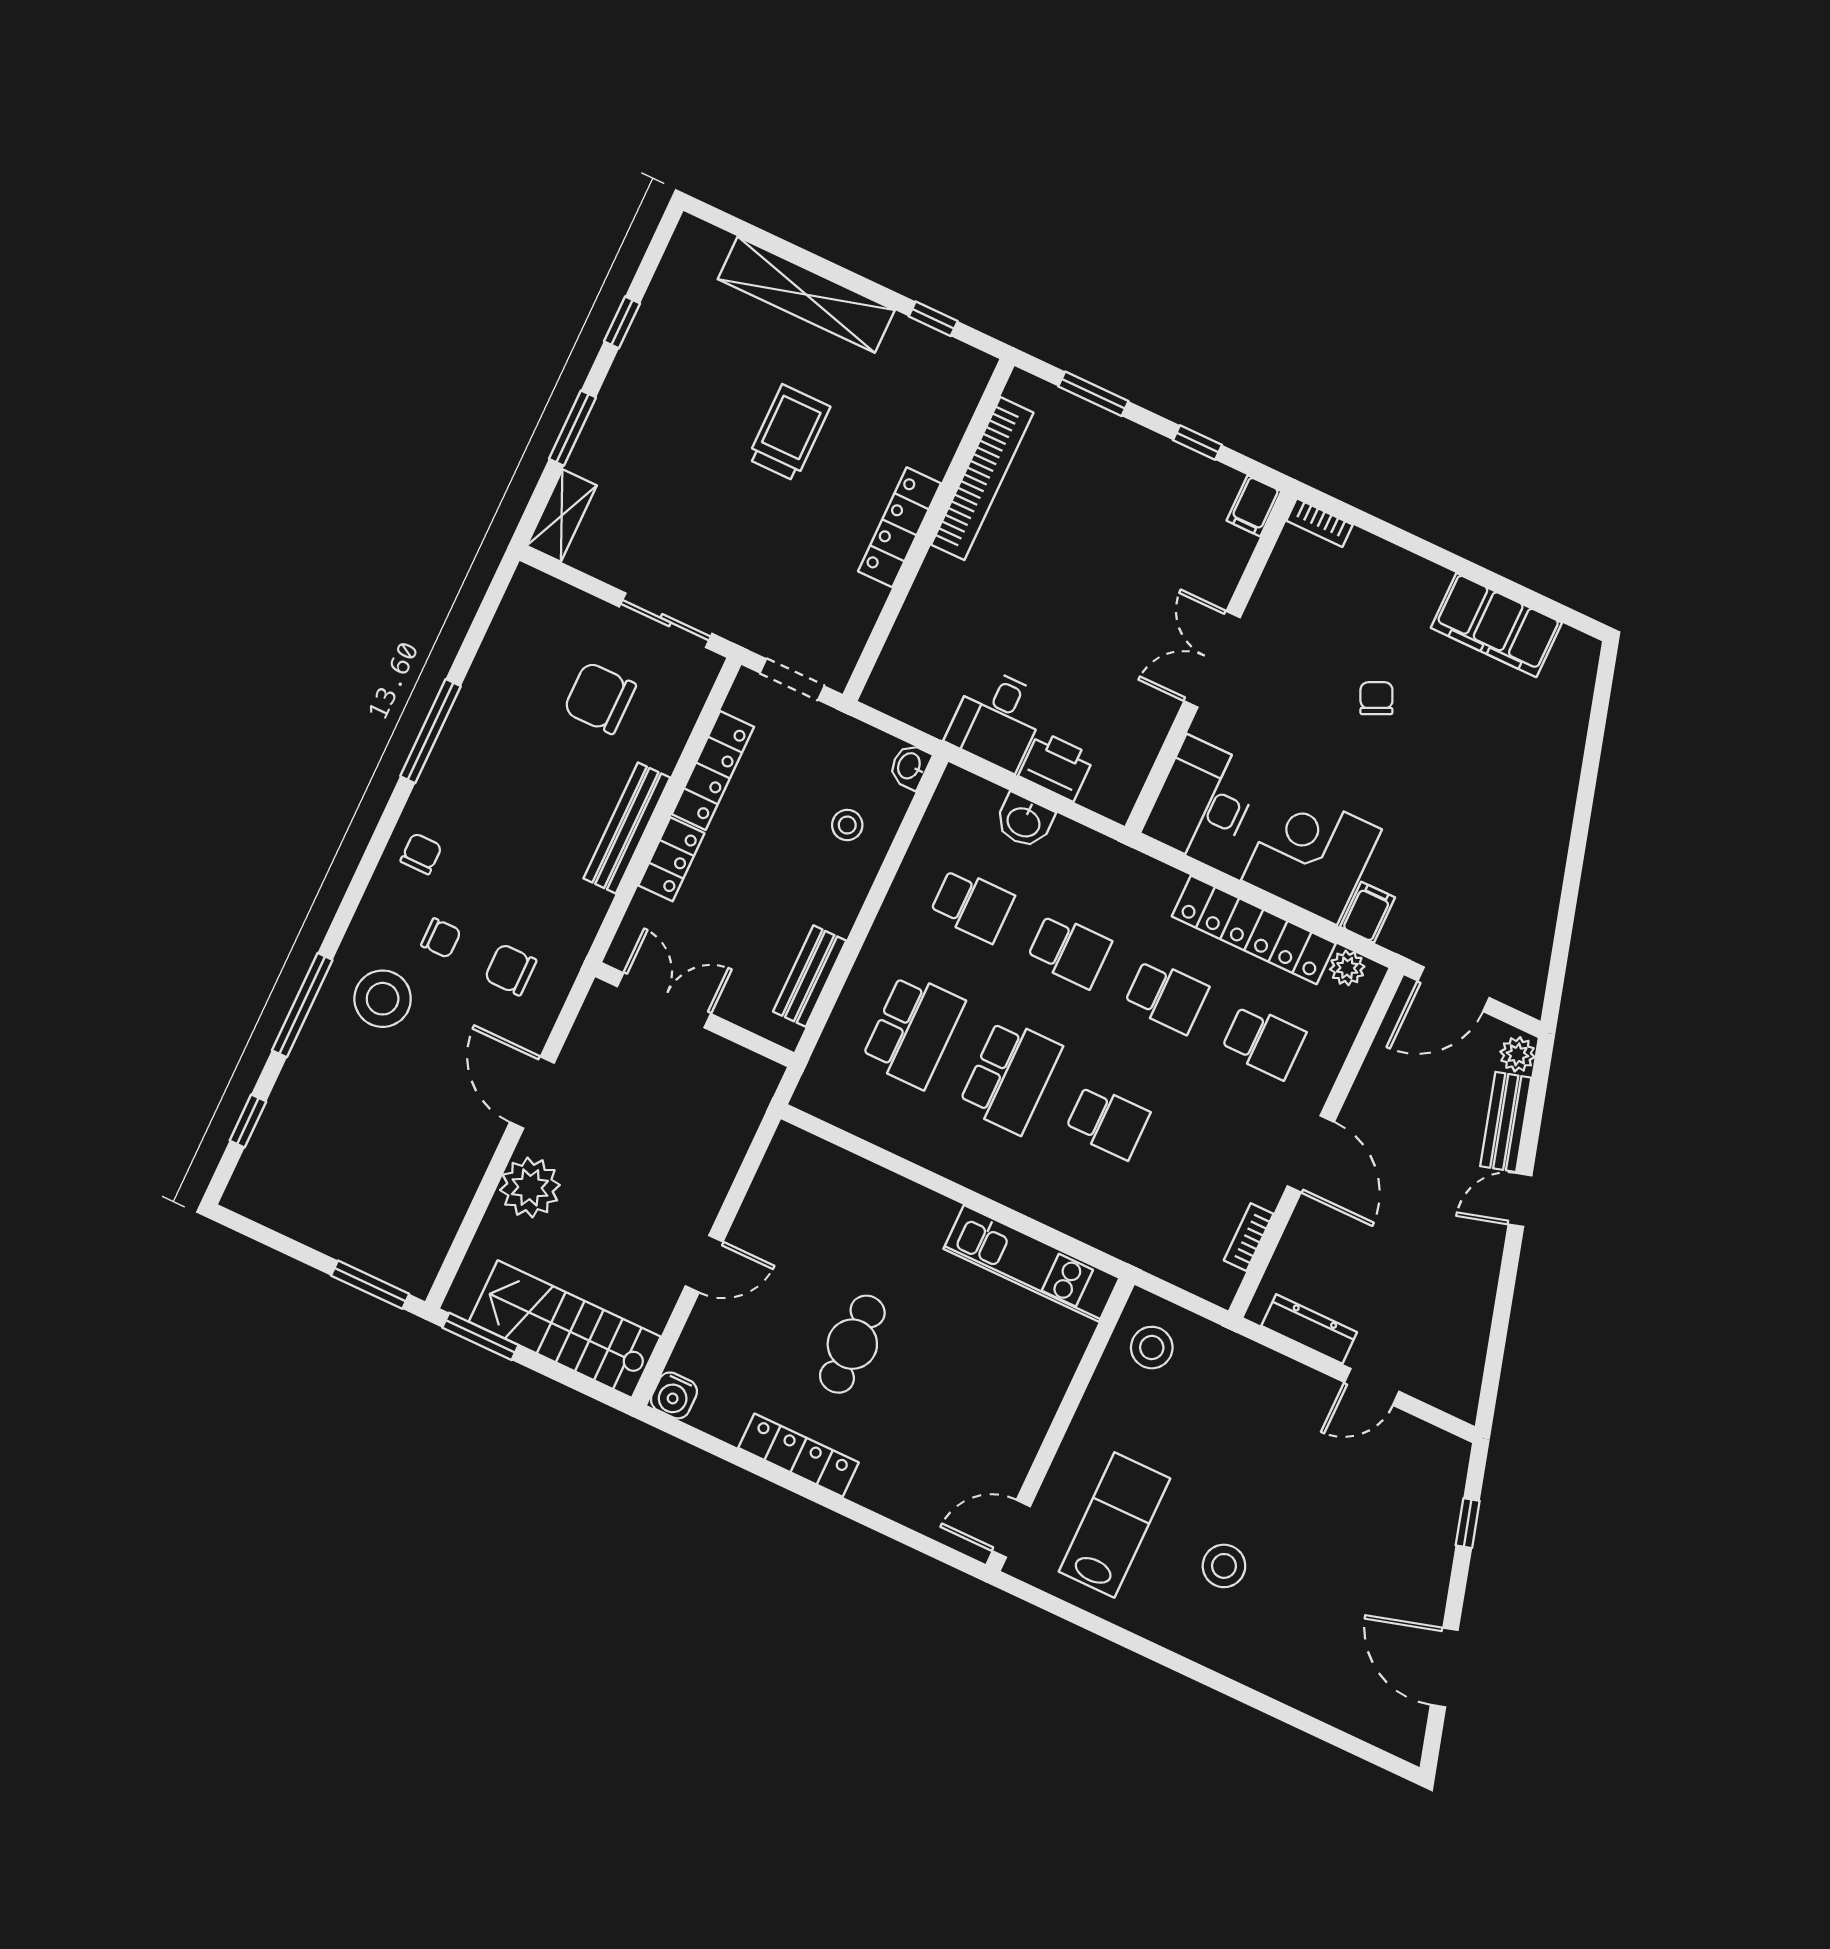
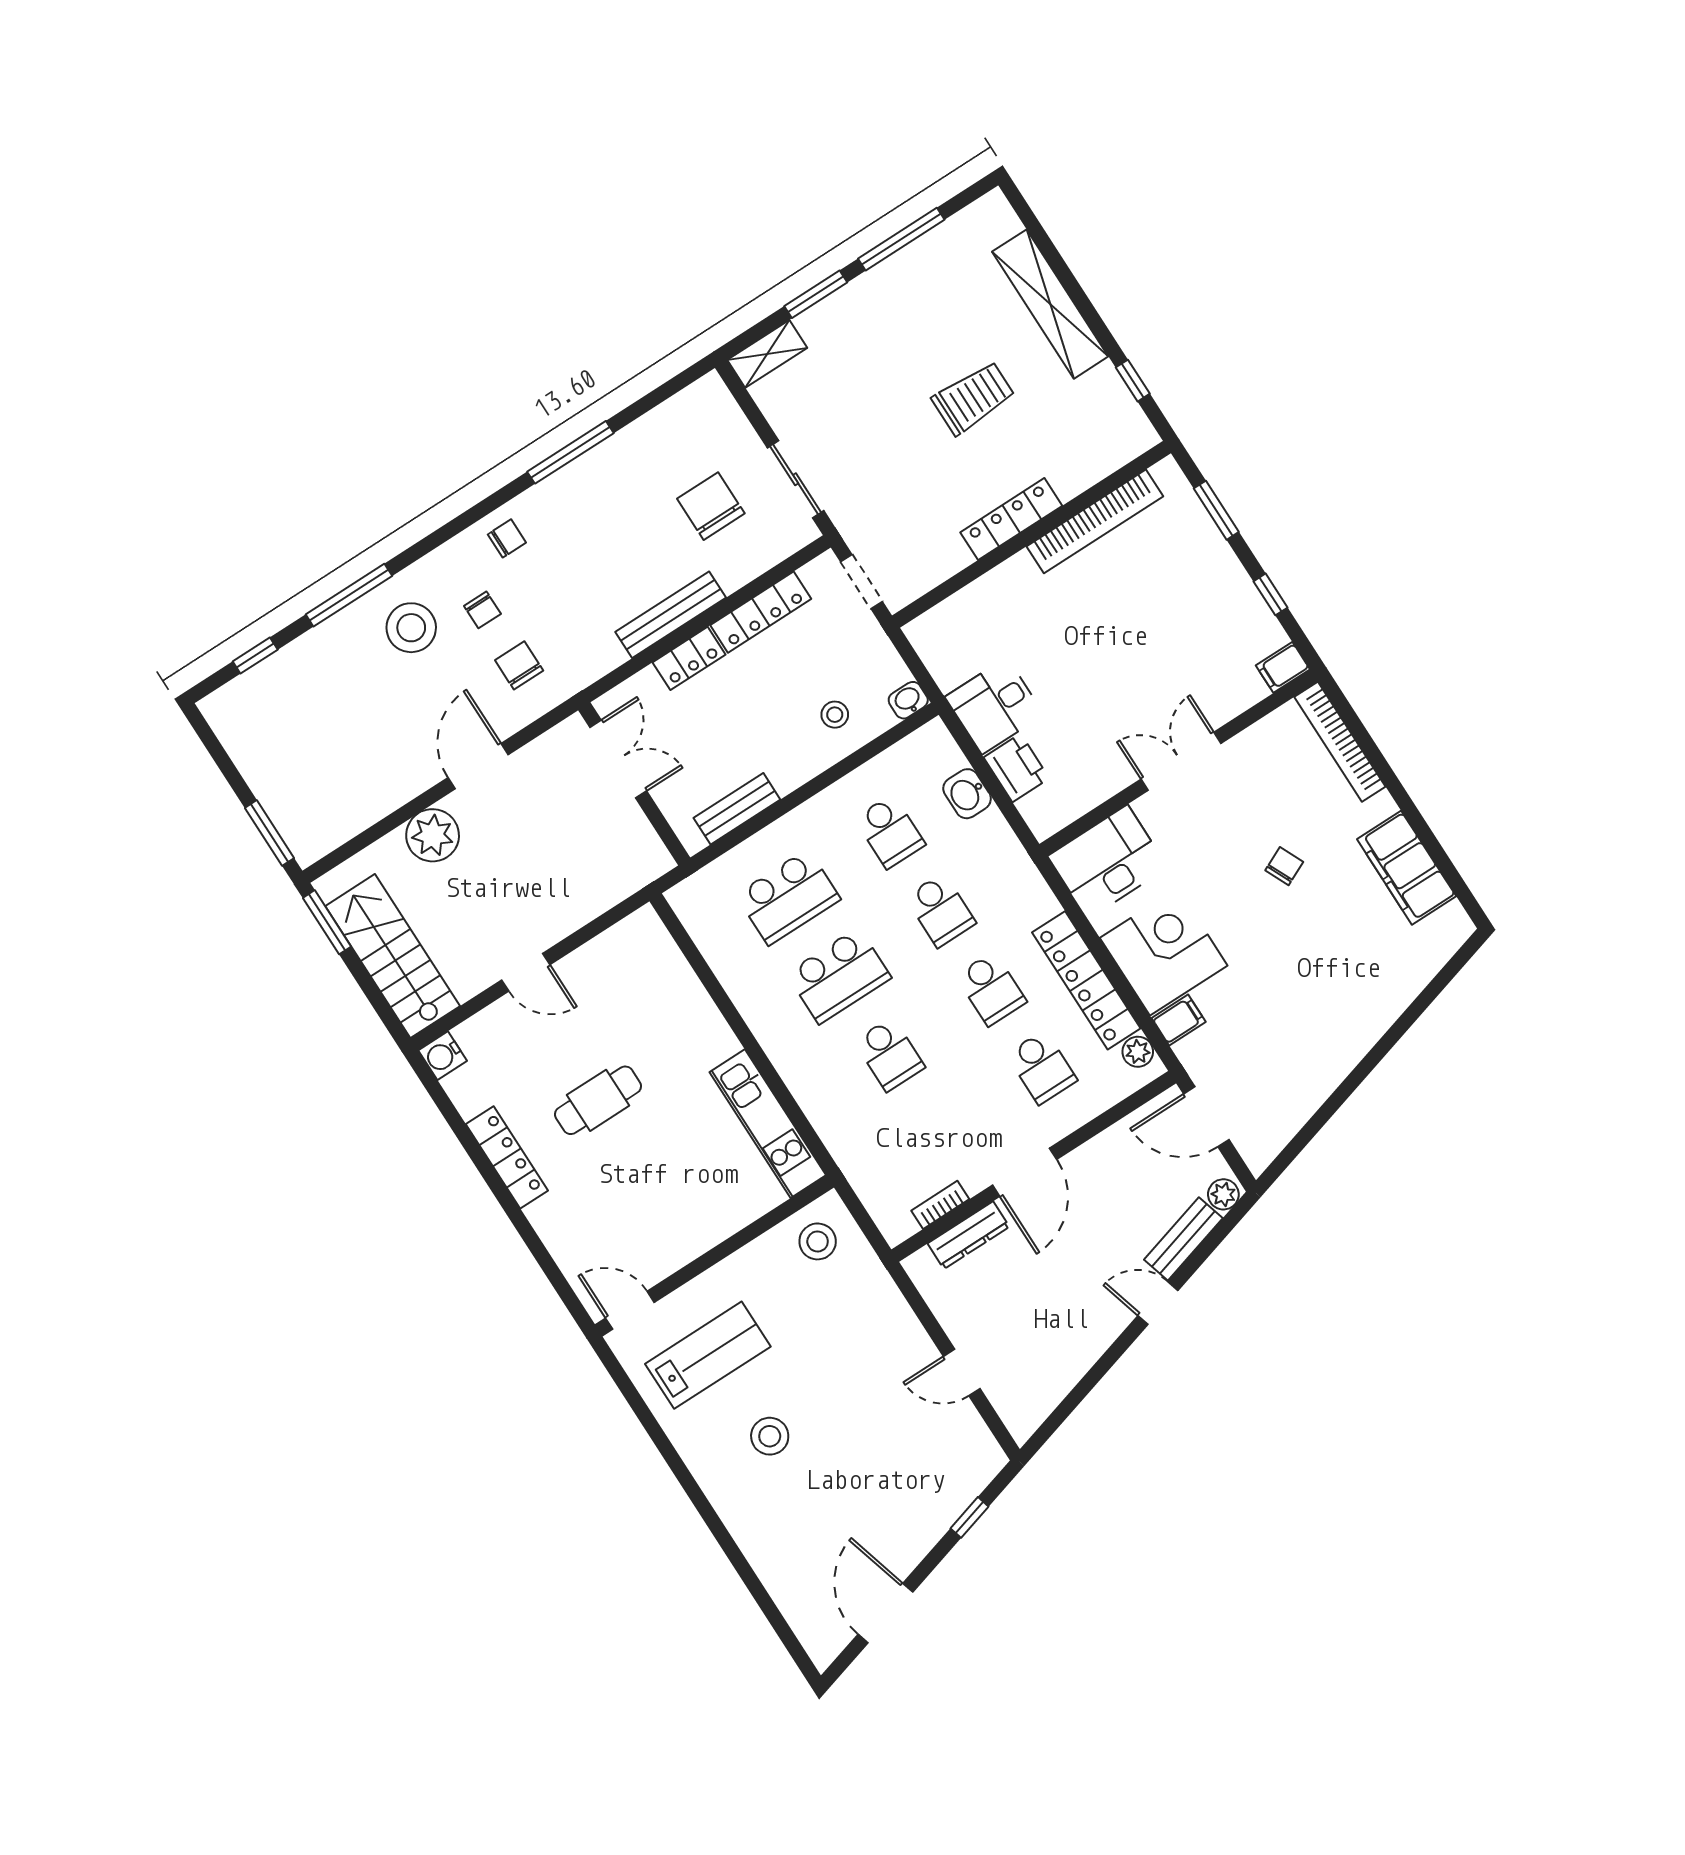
window: (622, 322) -> (901, 239), width x2.17
bookcase: (1320, 523) -> (1340, 742), width x2.31, depth x1.31
dresser: (1309, 1329) -> (968, 1235), moved, turned 90

